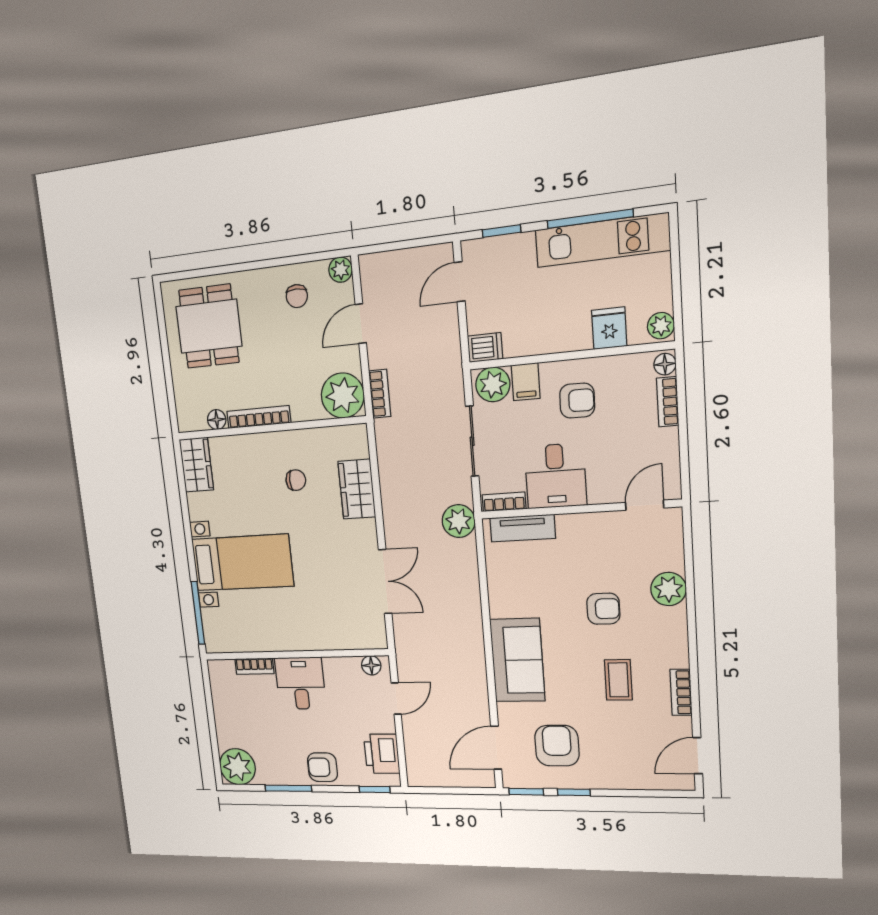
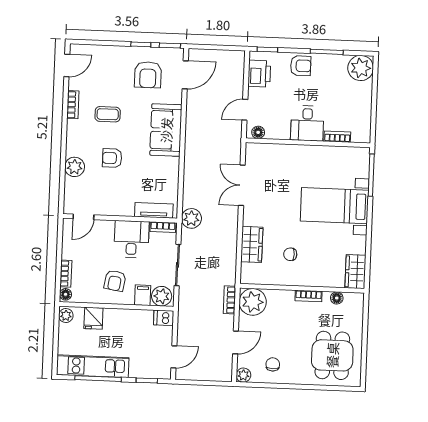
armchair: (577, 401) -> (115, 281), turned -82
bookcase: (259, 417) -> (308, 296), width x0.64
coffee table: (618, 680) -> (108, 114), turned 90

